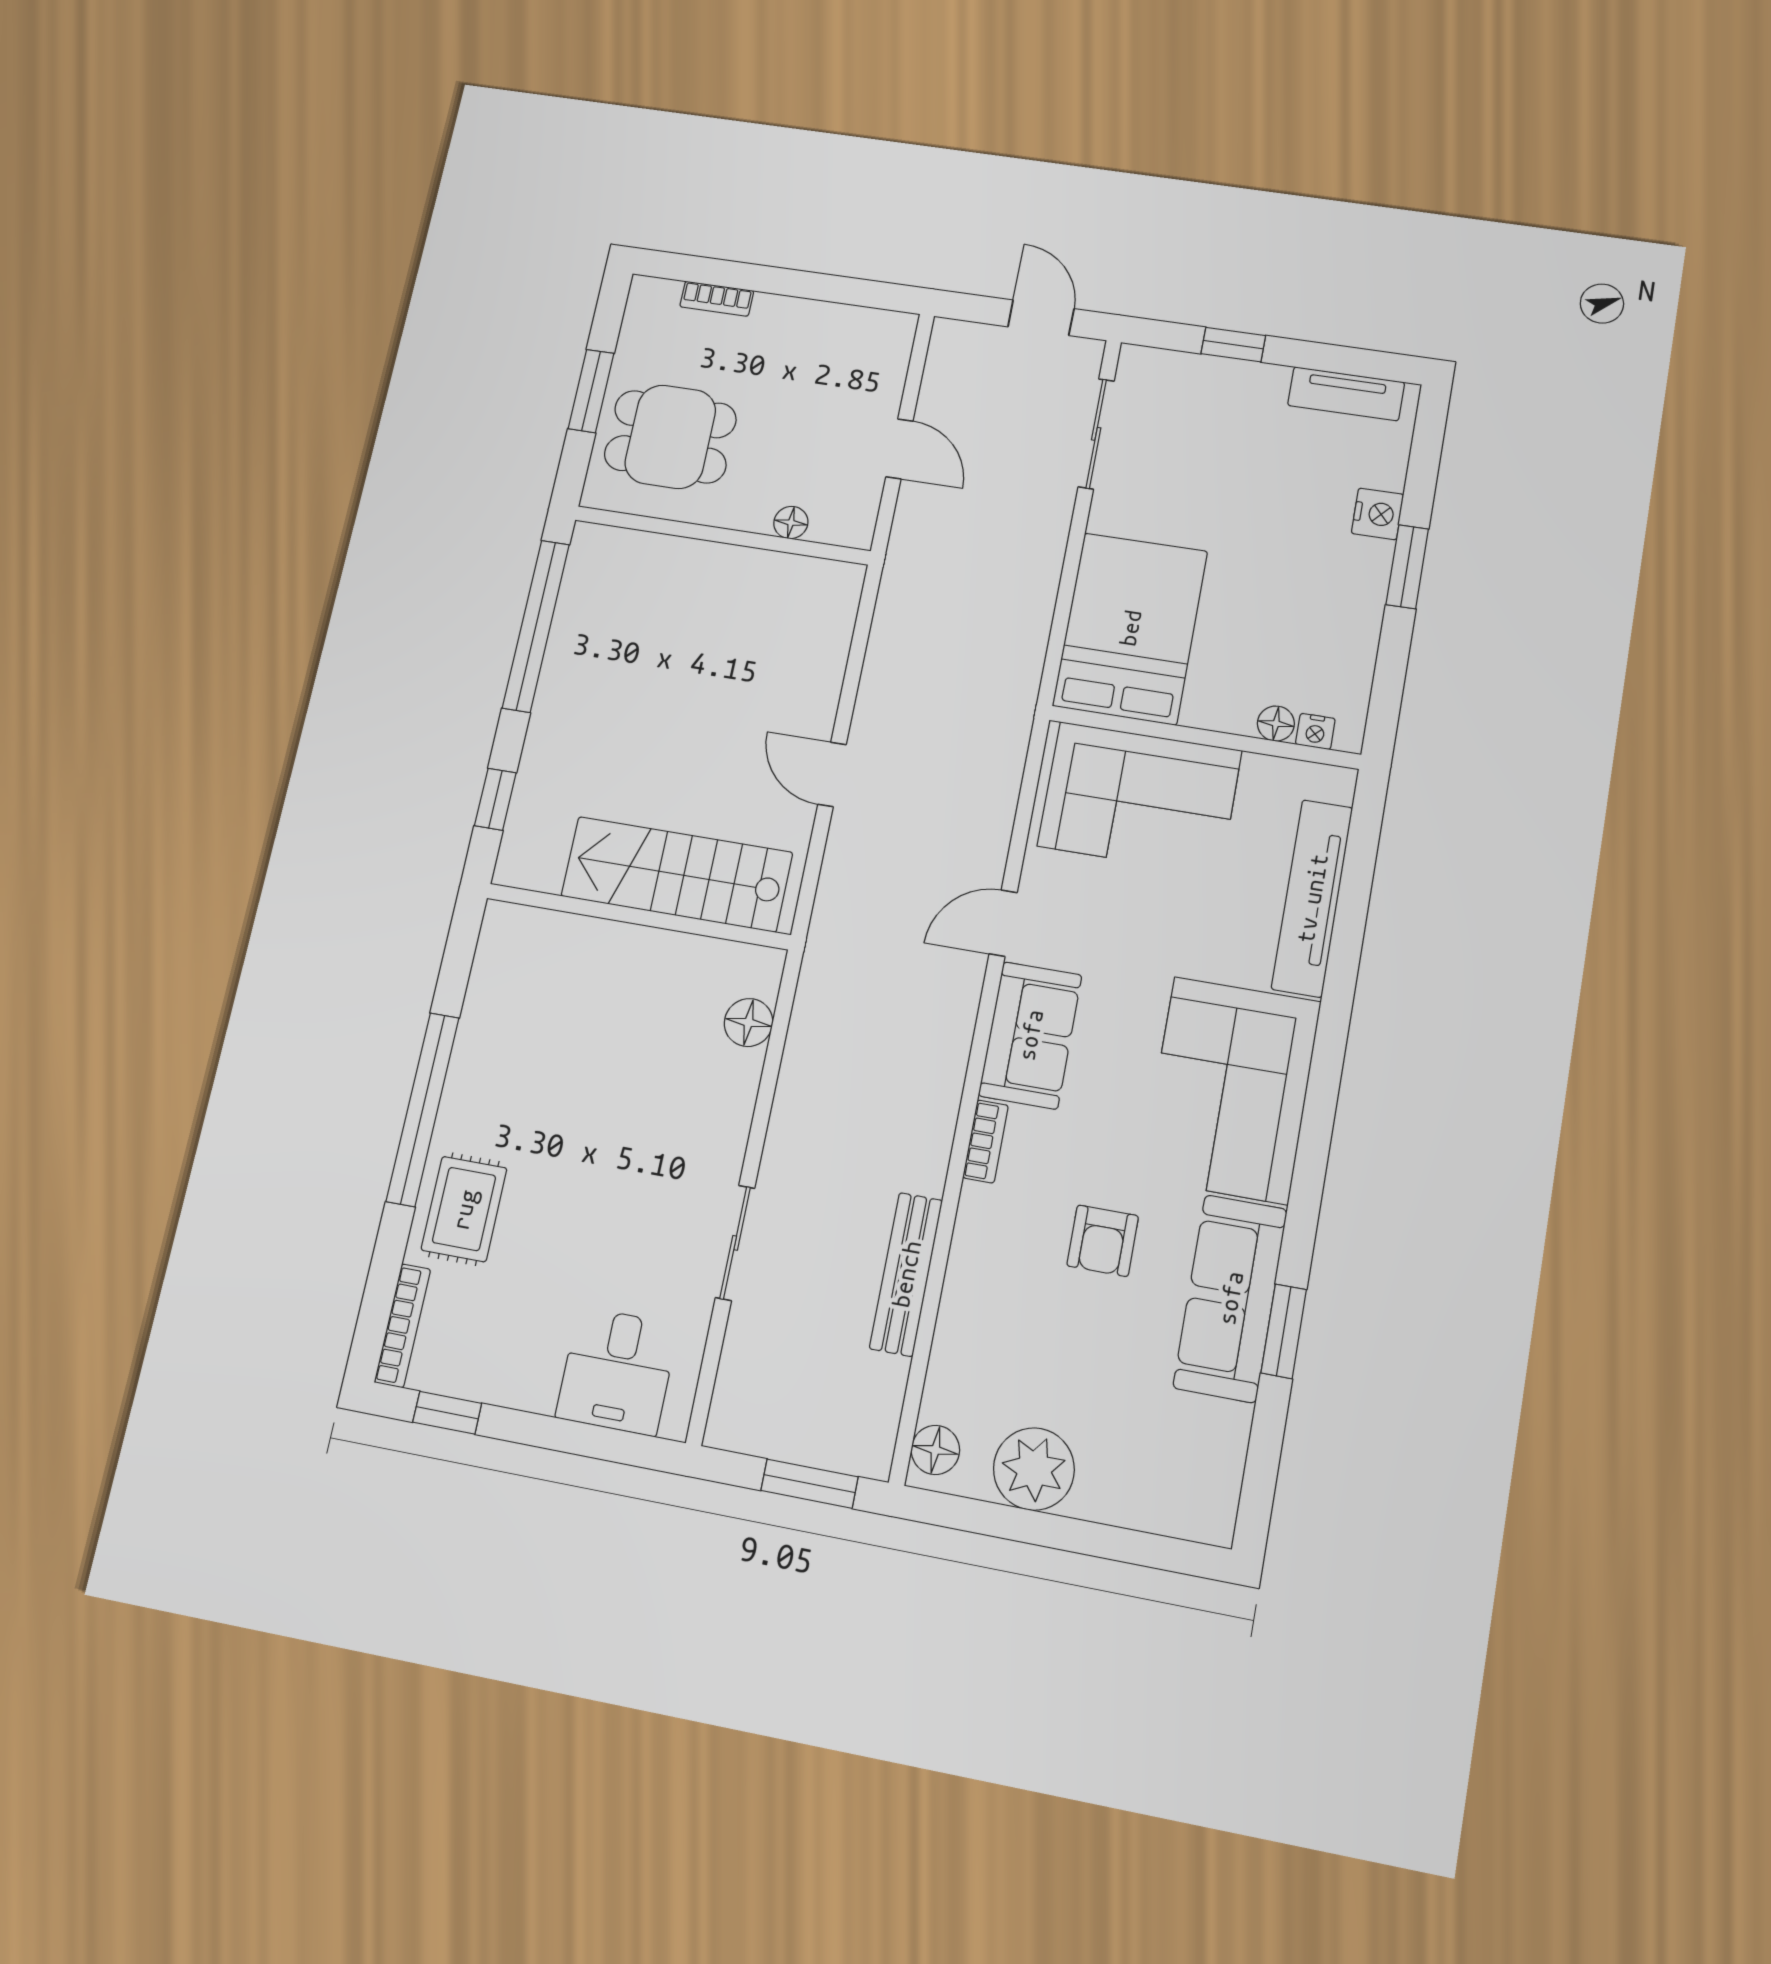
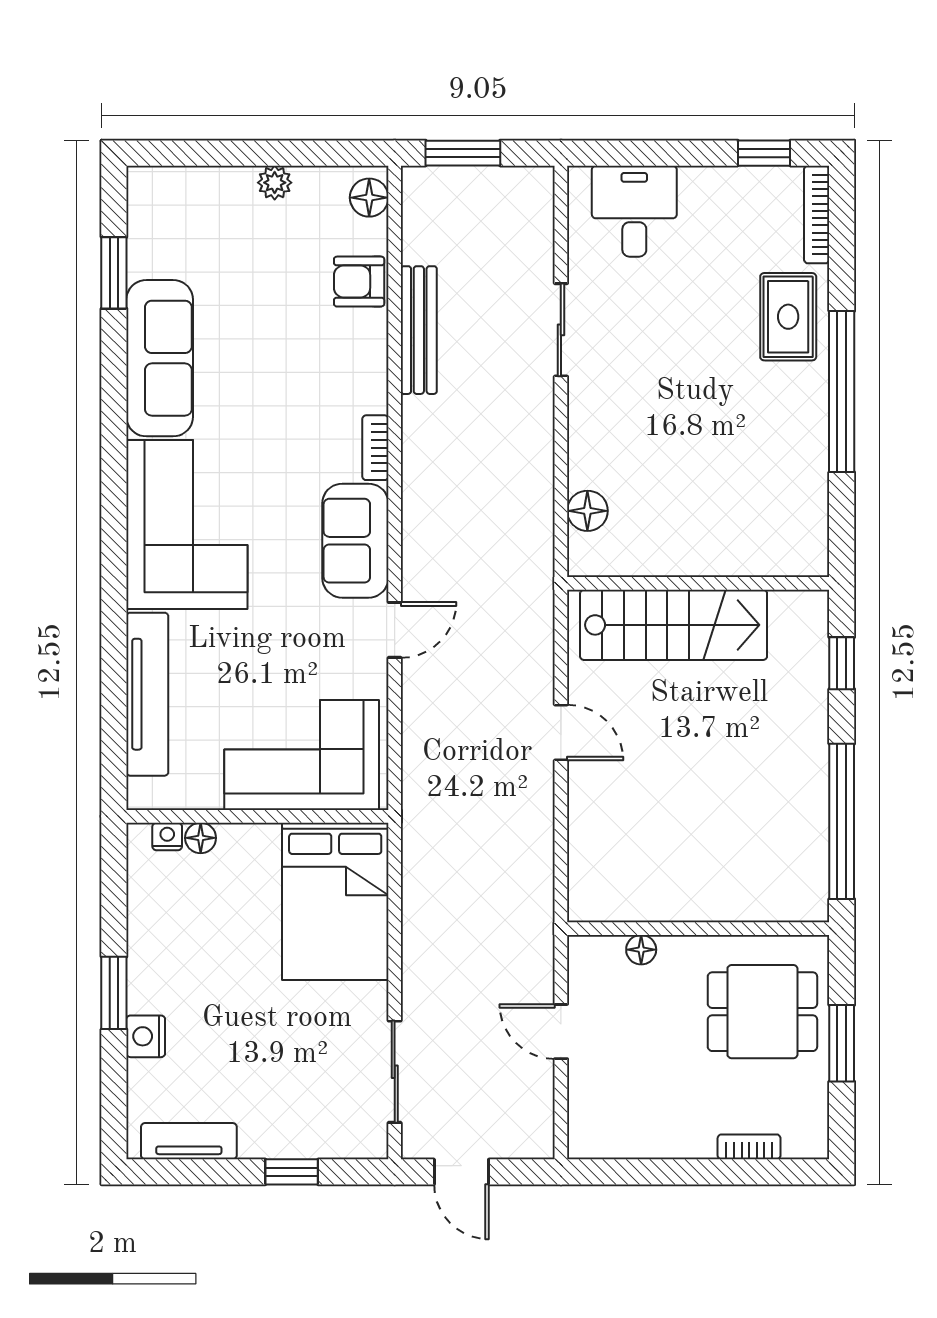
armchair: (1103, 1241) -> (359, 282), moved, turned -90
window: (1284, 1331) -> (114, 273), moved
plant: (1034, 1469) -> (275, 183), width x0.53, depth x0.53

